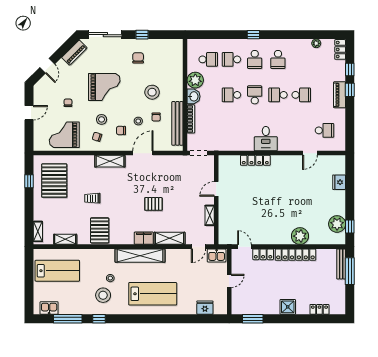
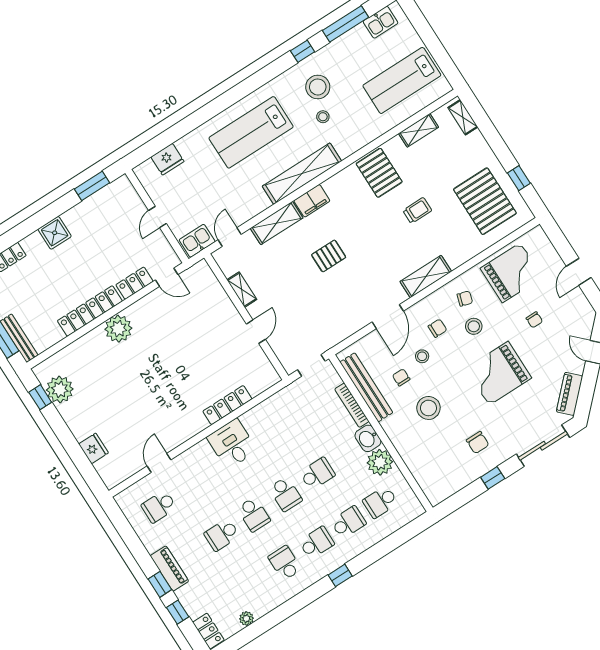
school desk: (255, 59) -> (317, 543), turned 90
school desk: (278, 95) -> (254, 514), turned 90
plant: (300, 236) -> (118, 329), moved

